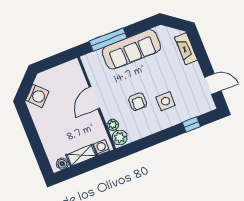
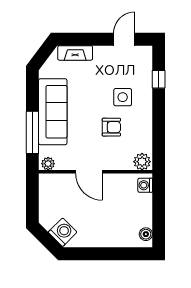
plant: (113, 125) -> (48, 164), moved
shelving: (81, 155) -> (145, 210), removed

